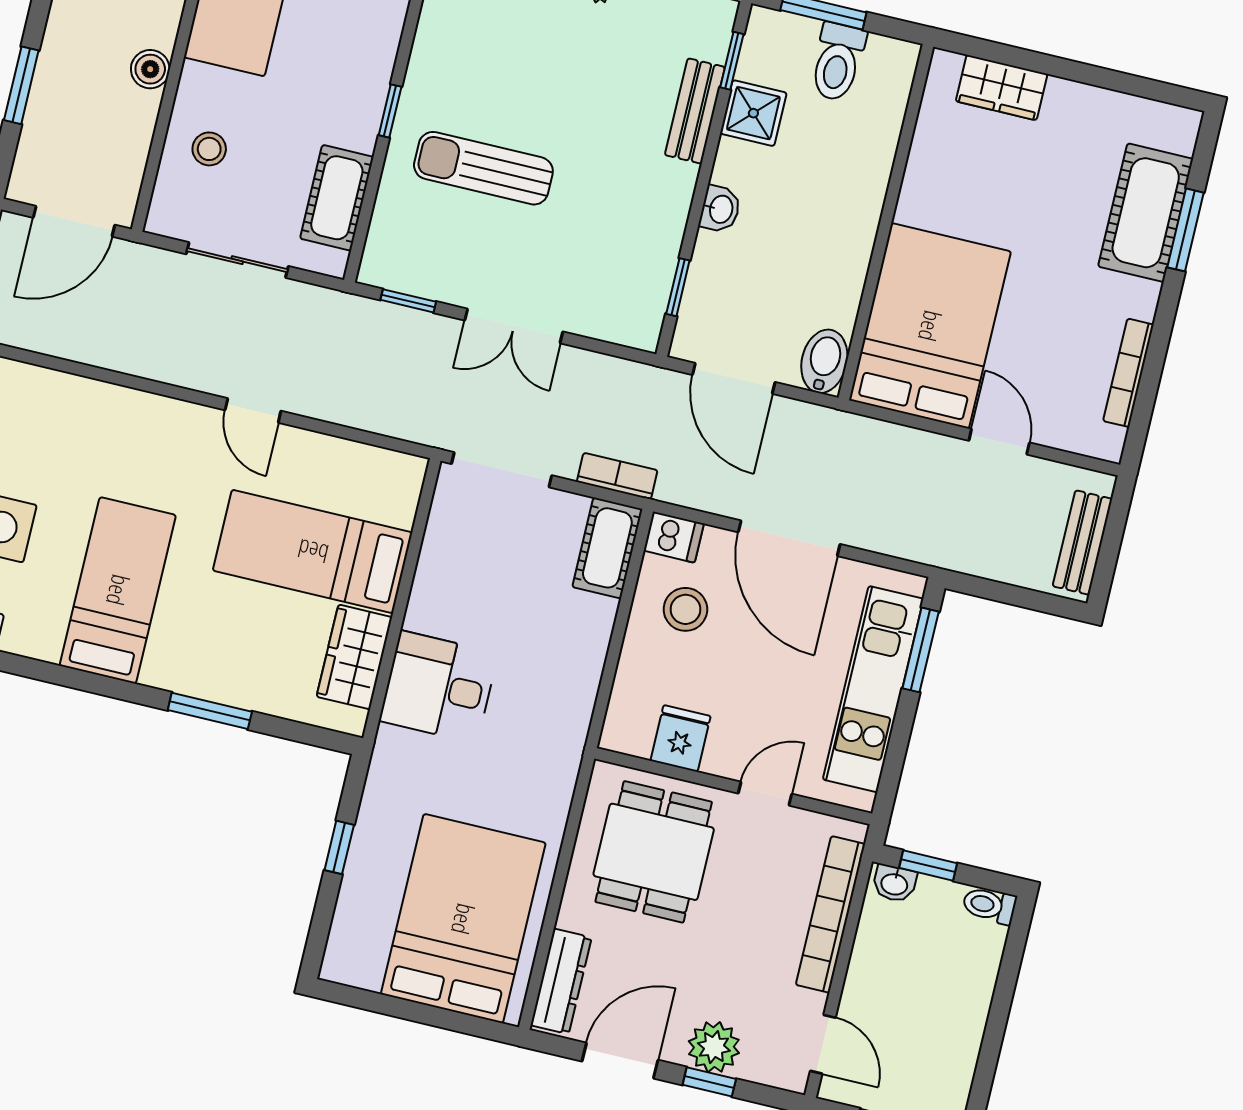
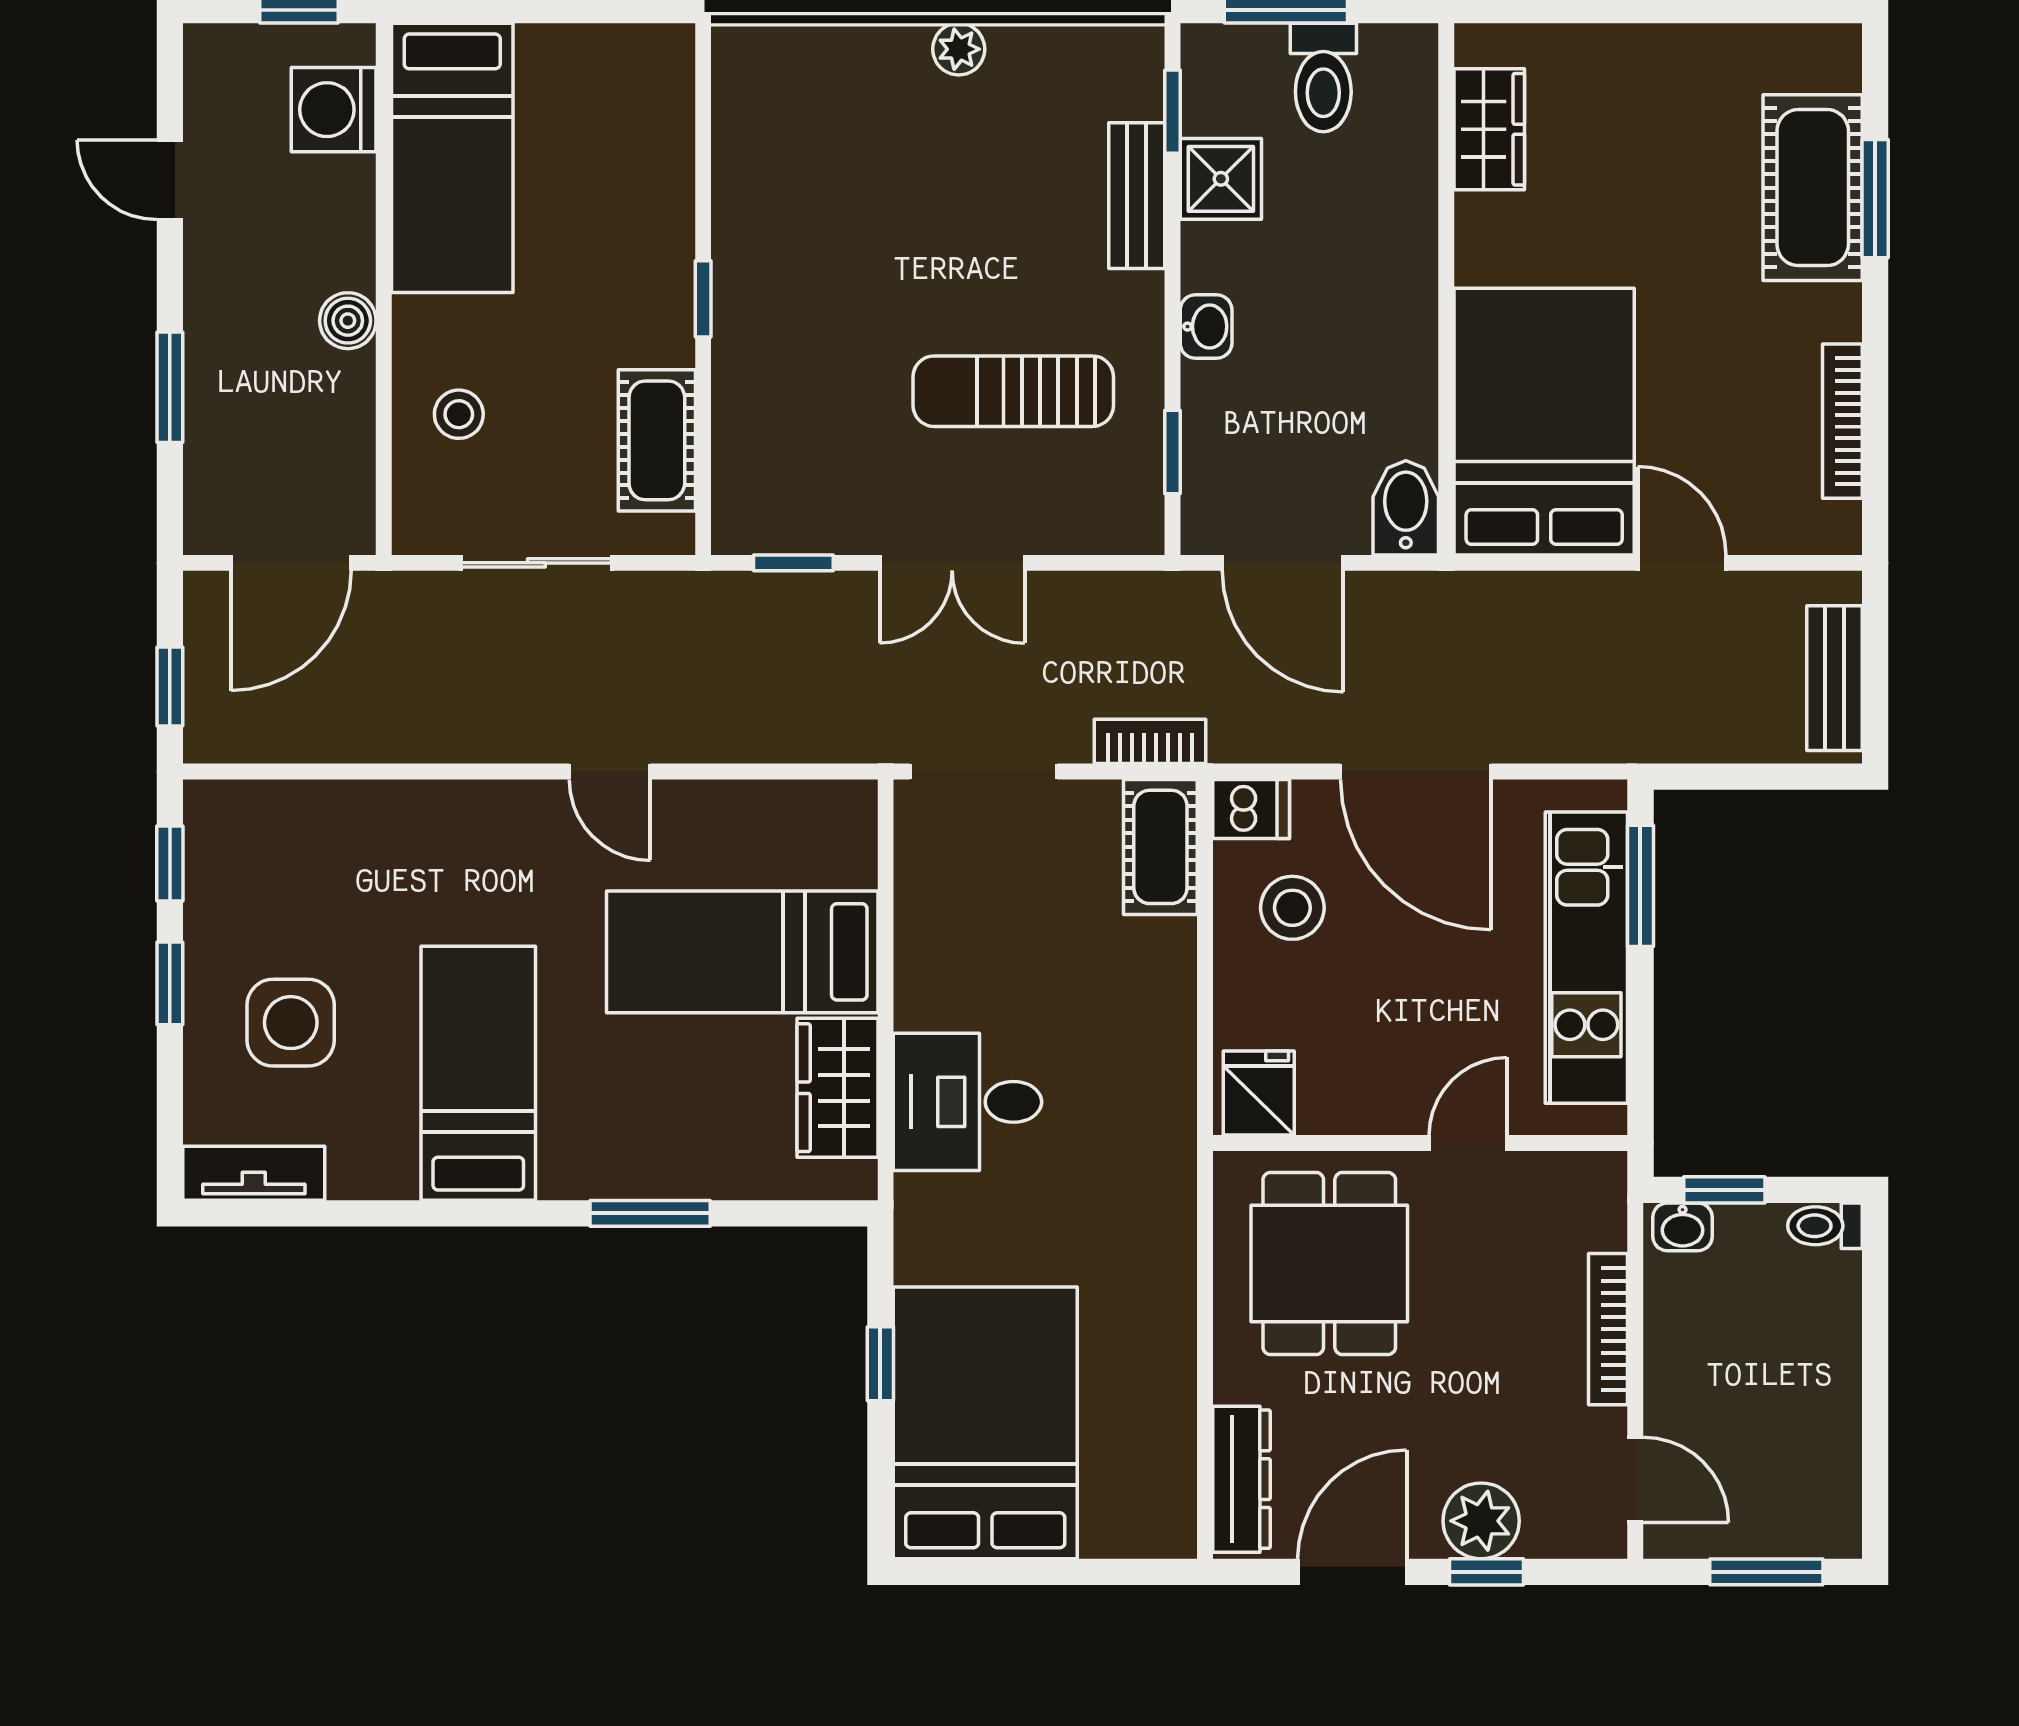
wardrobe: (1002, 88) -> (1489, 129), moved, turned -90
sun lounger: (483, 168) -> (1013, 391), moved
fridge: (681, 738) -> (1259, 1093), moved
bookcase: (830, 914) -> (1608, 1329), width x0.68, depth x0.76
bed: (463, 919) -> (985, 1423), moved

